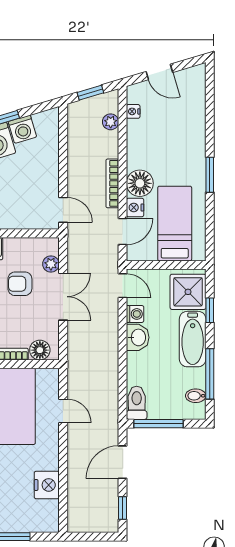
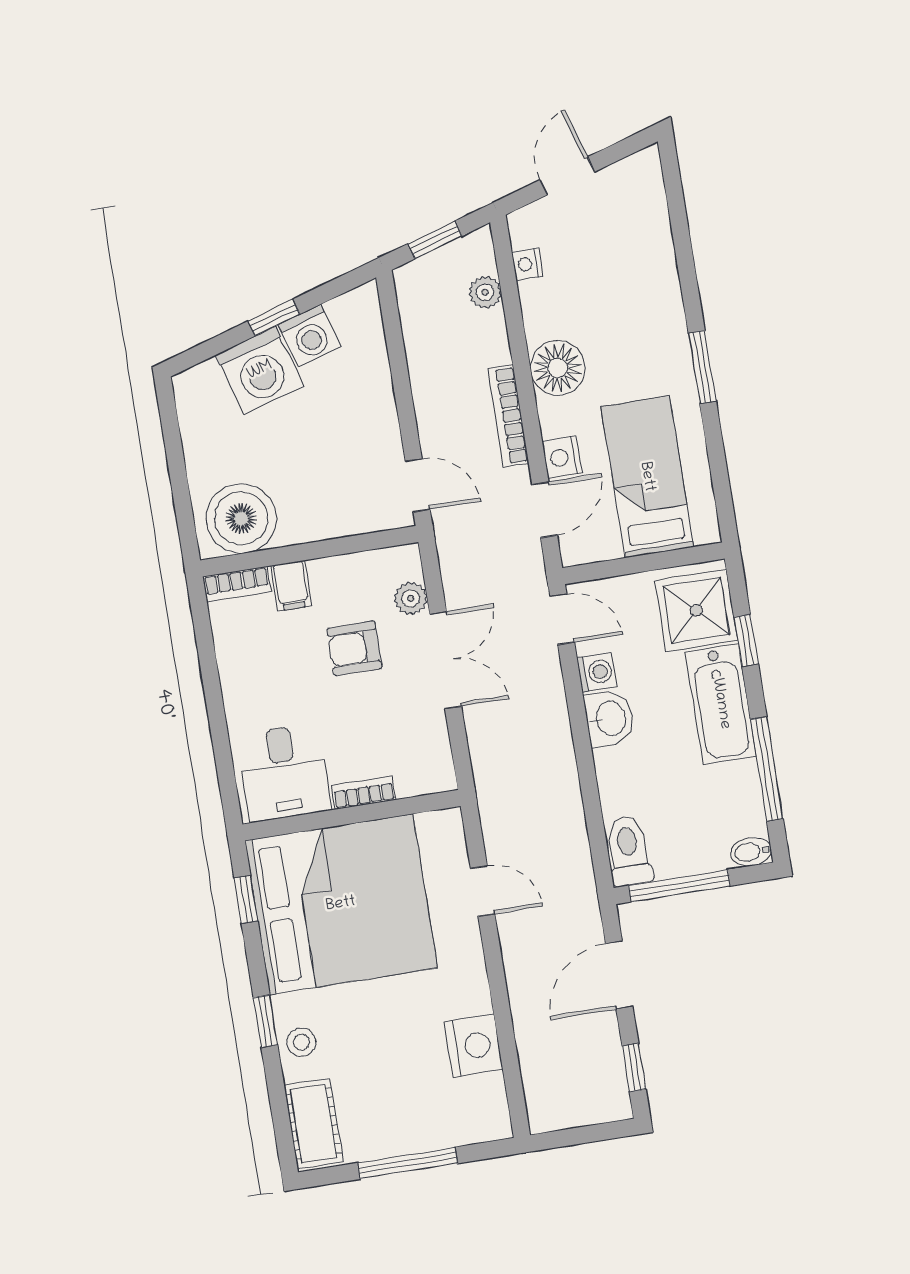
door: (159, 72) -> (567, 176), swing flipped
floor lamp: (140, 183) -> (558, 368), moved
floor lamp: (40, 350) -> (416, 776), removed
bidet: (196, 396) -> (751, 852), moved

